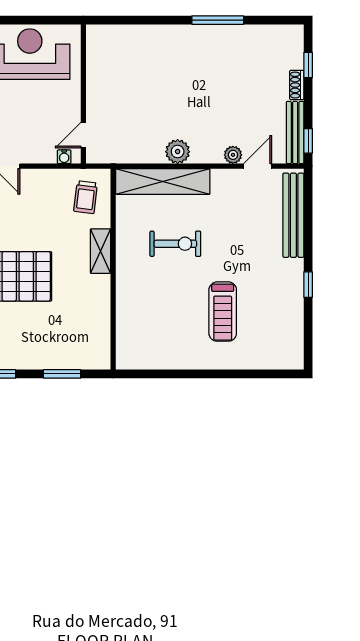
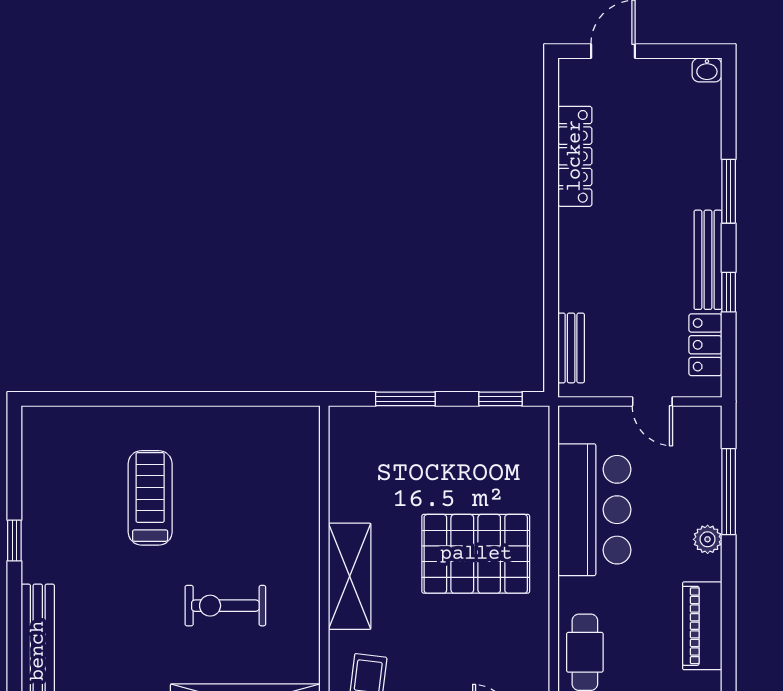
shelving: (101, 251) -> (350, 576), width x1.50, depth x1.33

